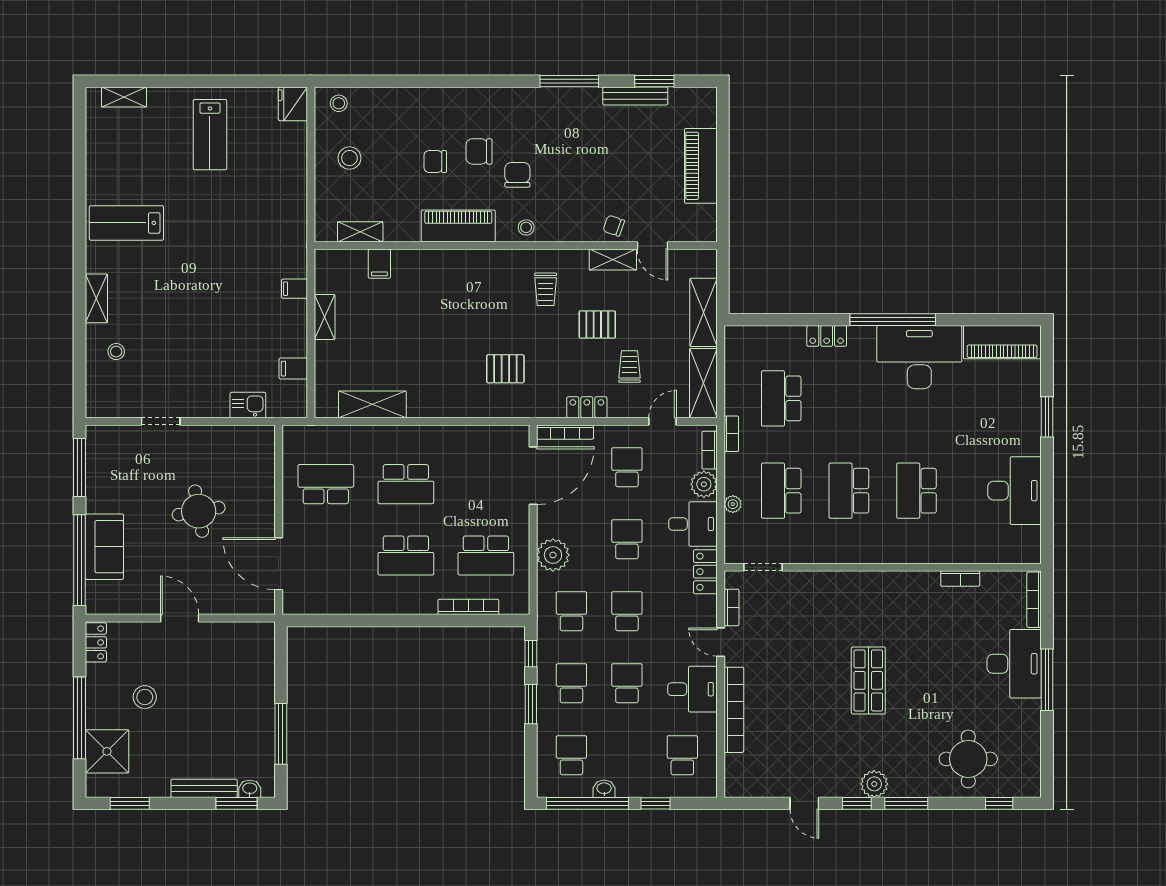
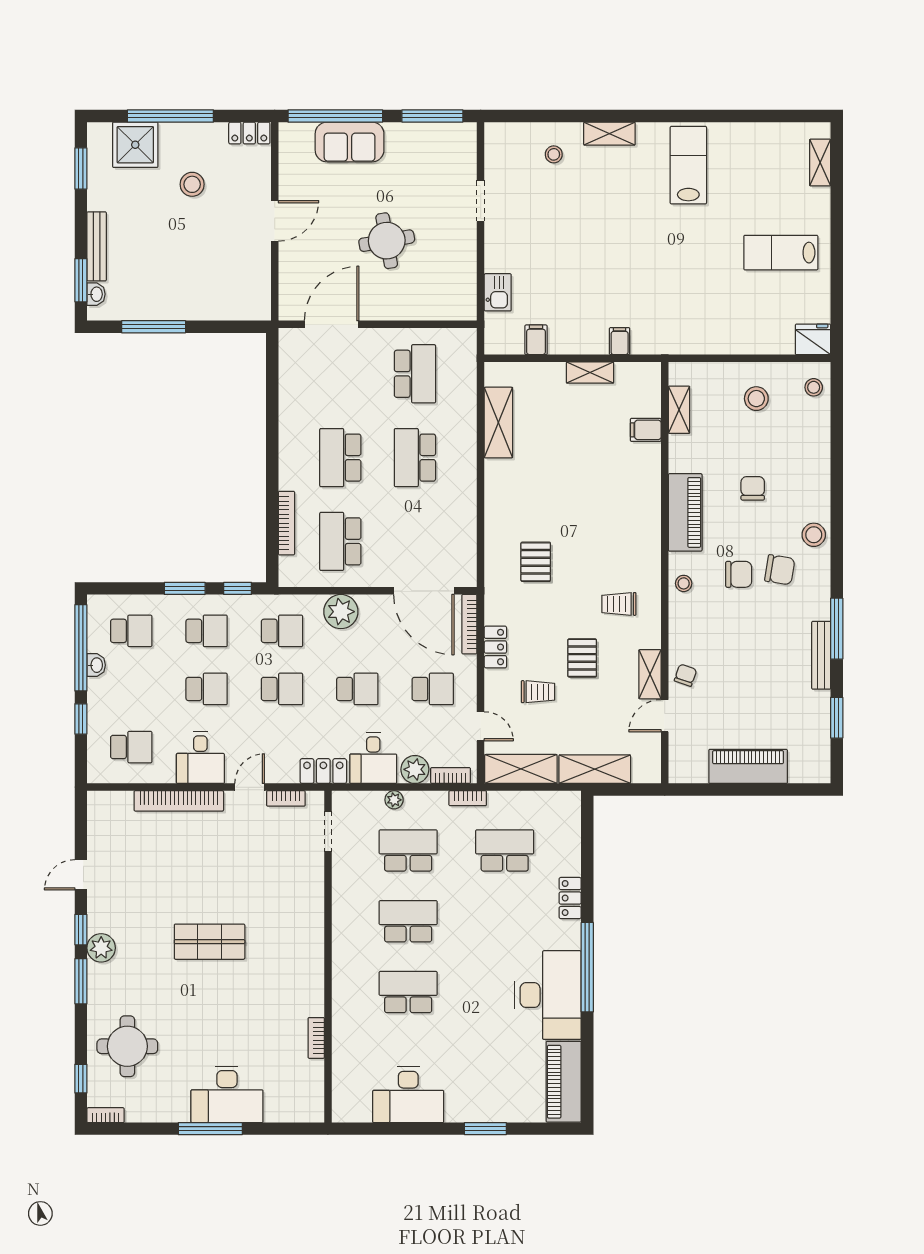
bench: (635, 96) -> (821, 655), moved
stool: (480, 103) -> (814, 535), added
chair: (479, 151) -> (780, 570), moved, turned 99
bookcase: (1034, 600) -> (106, 1115), moved, width x0.64

